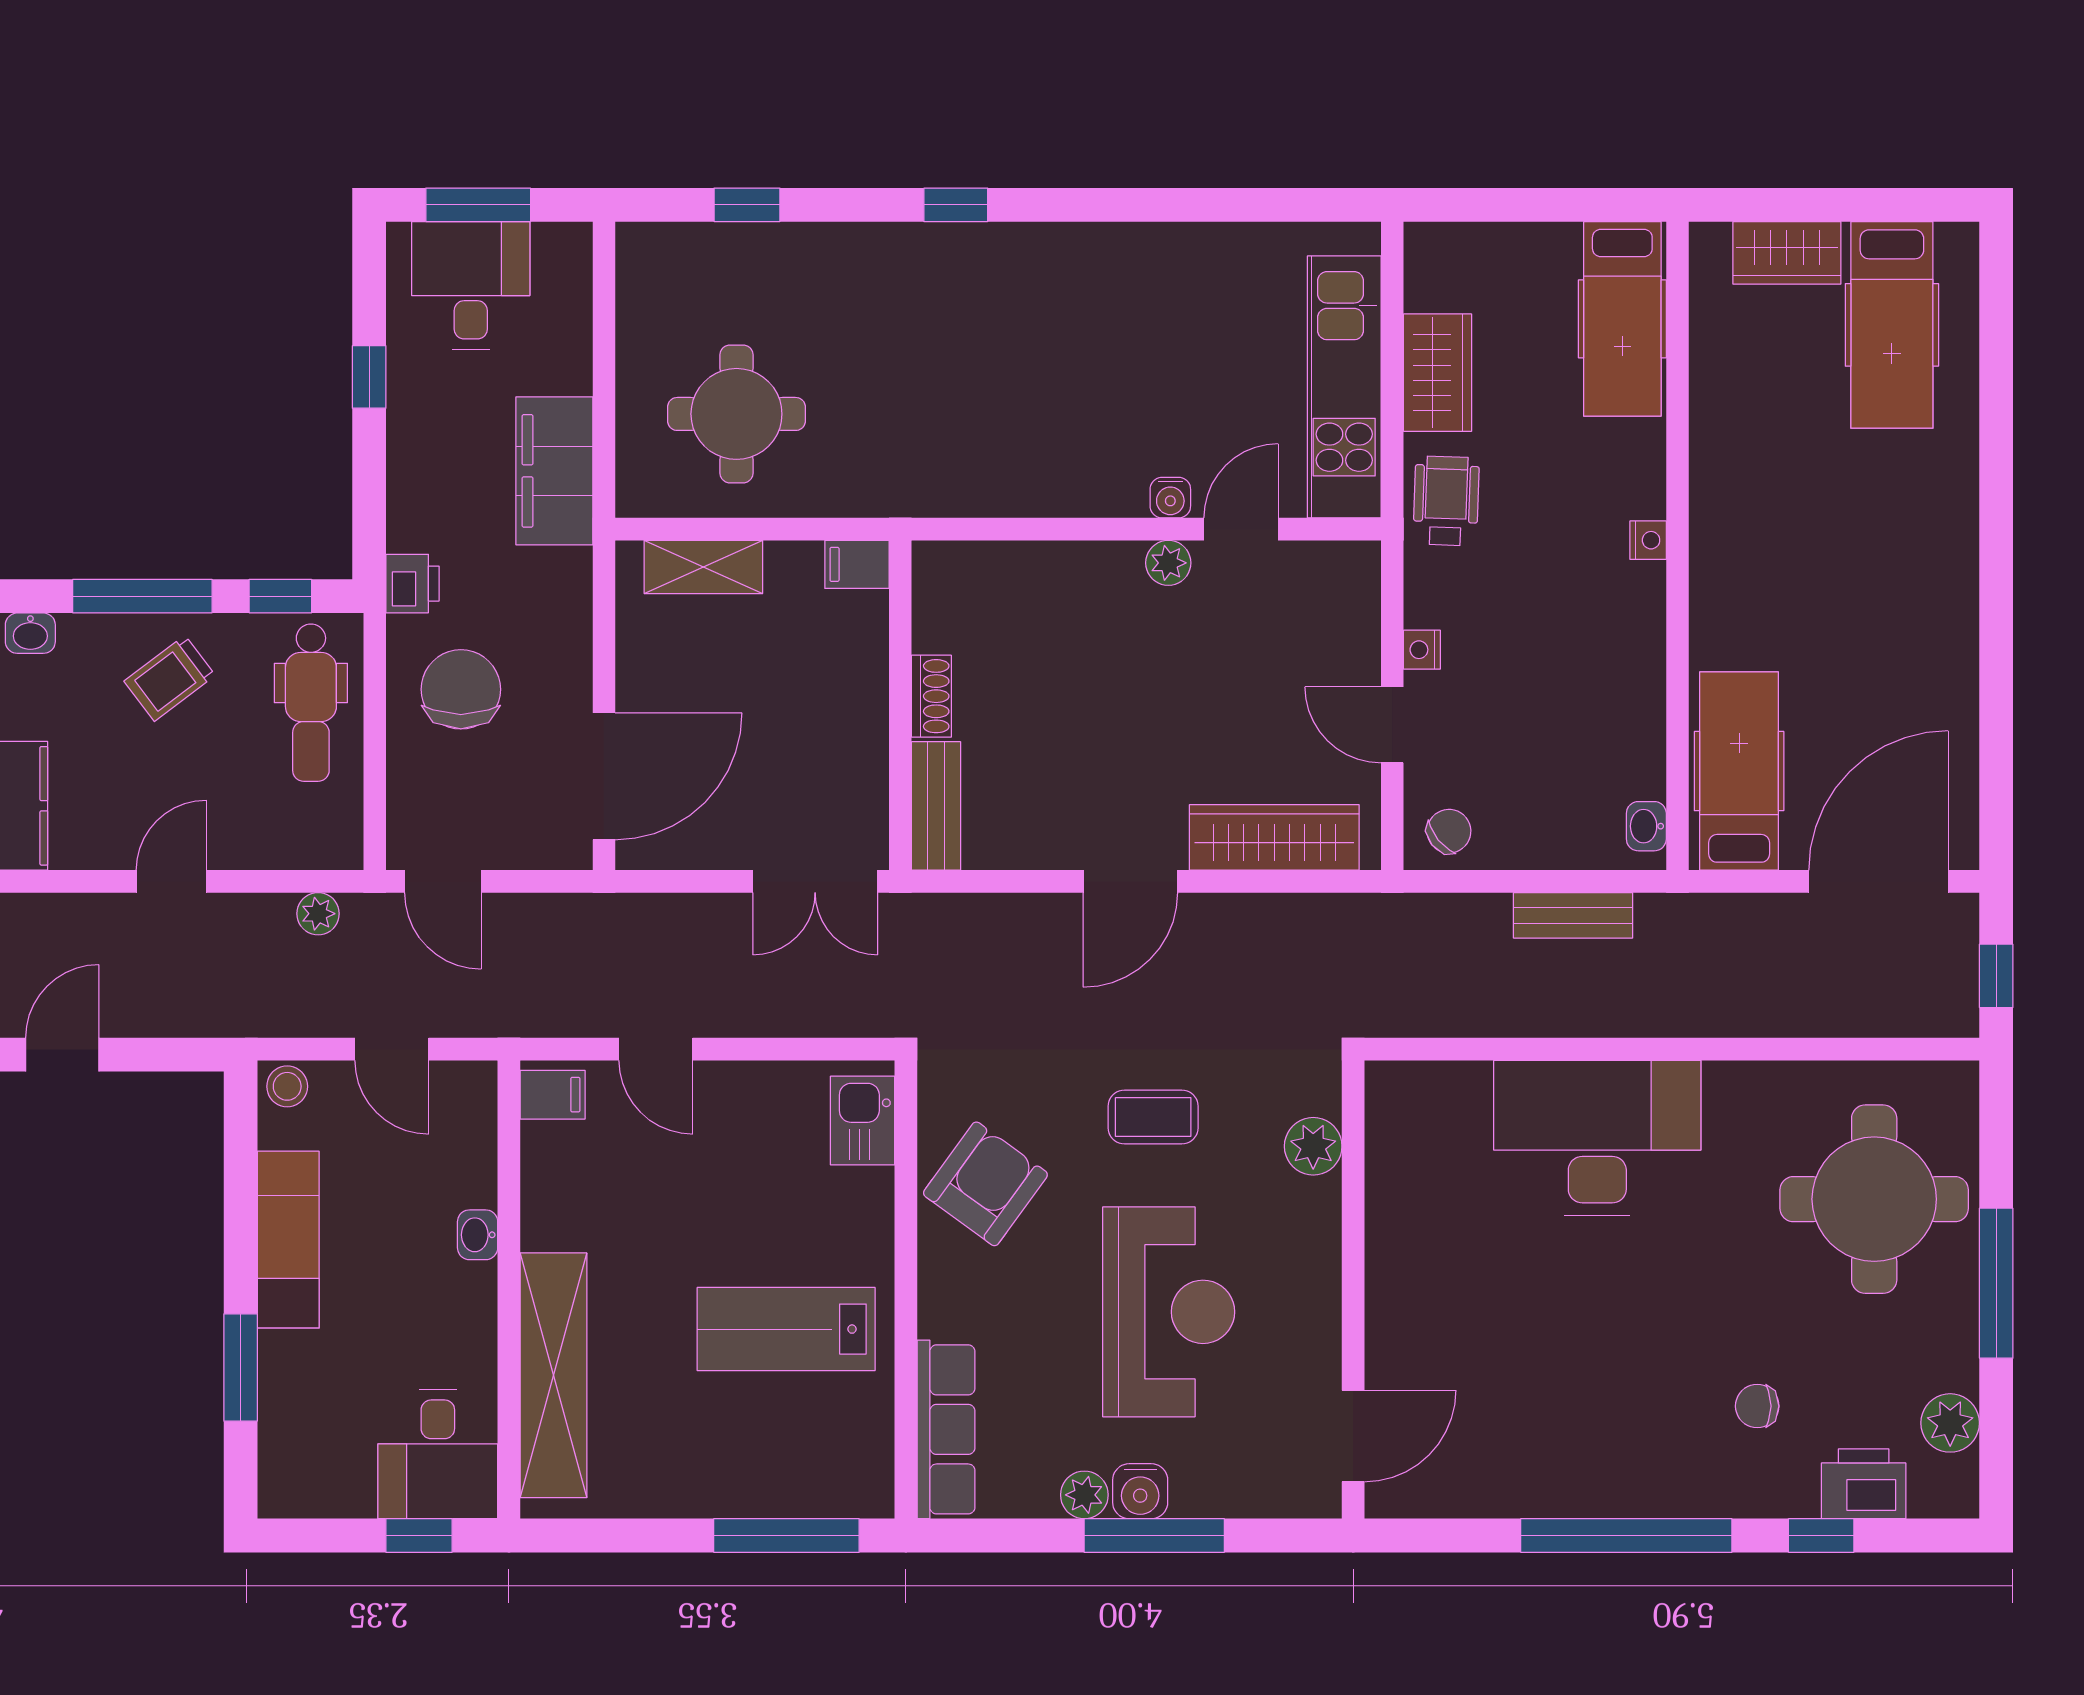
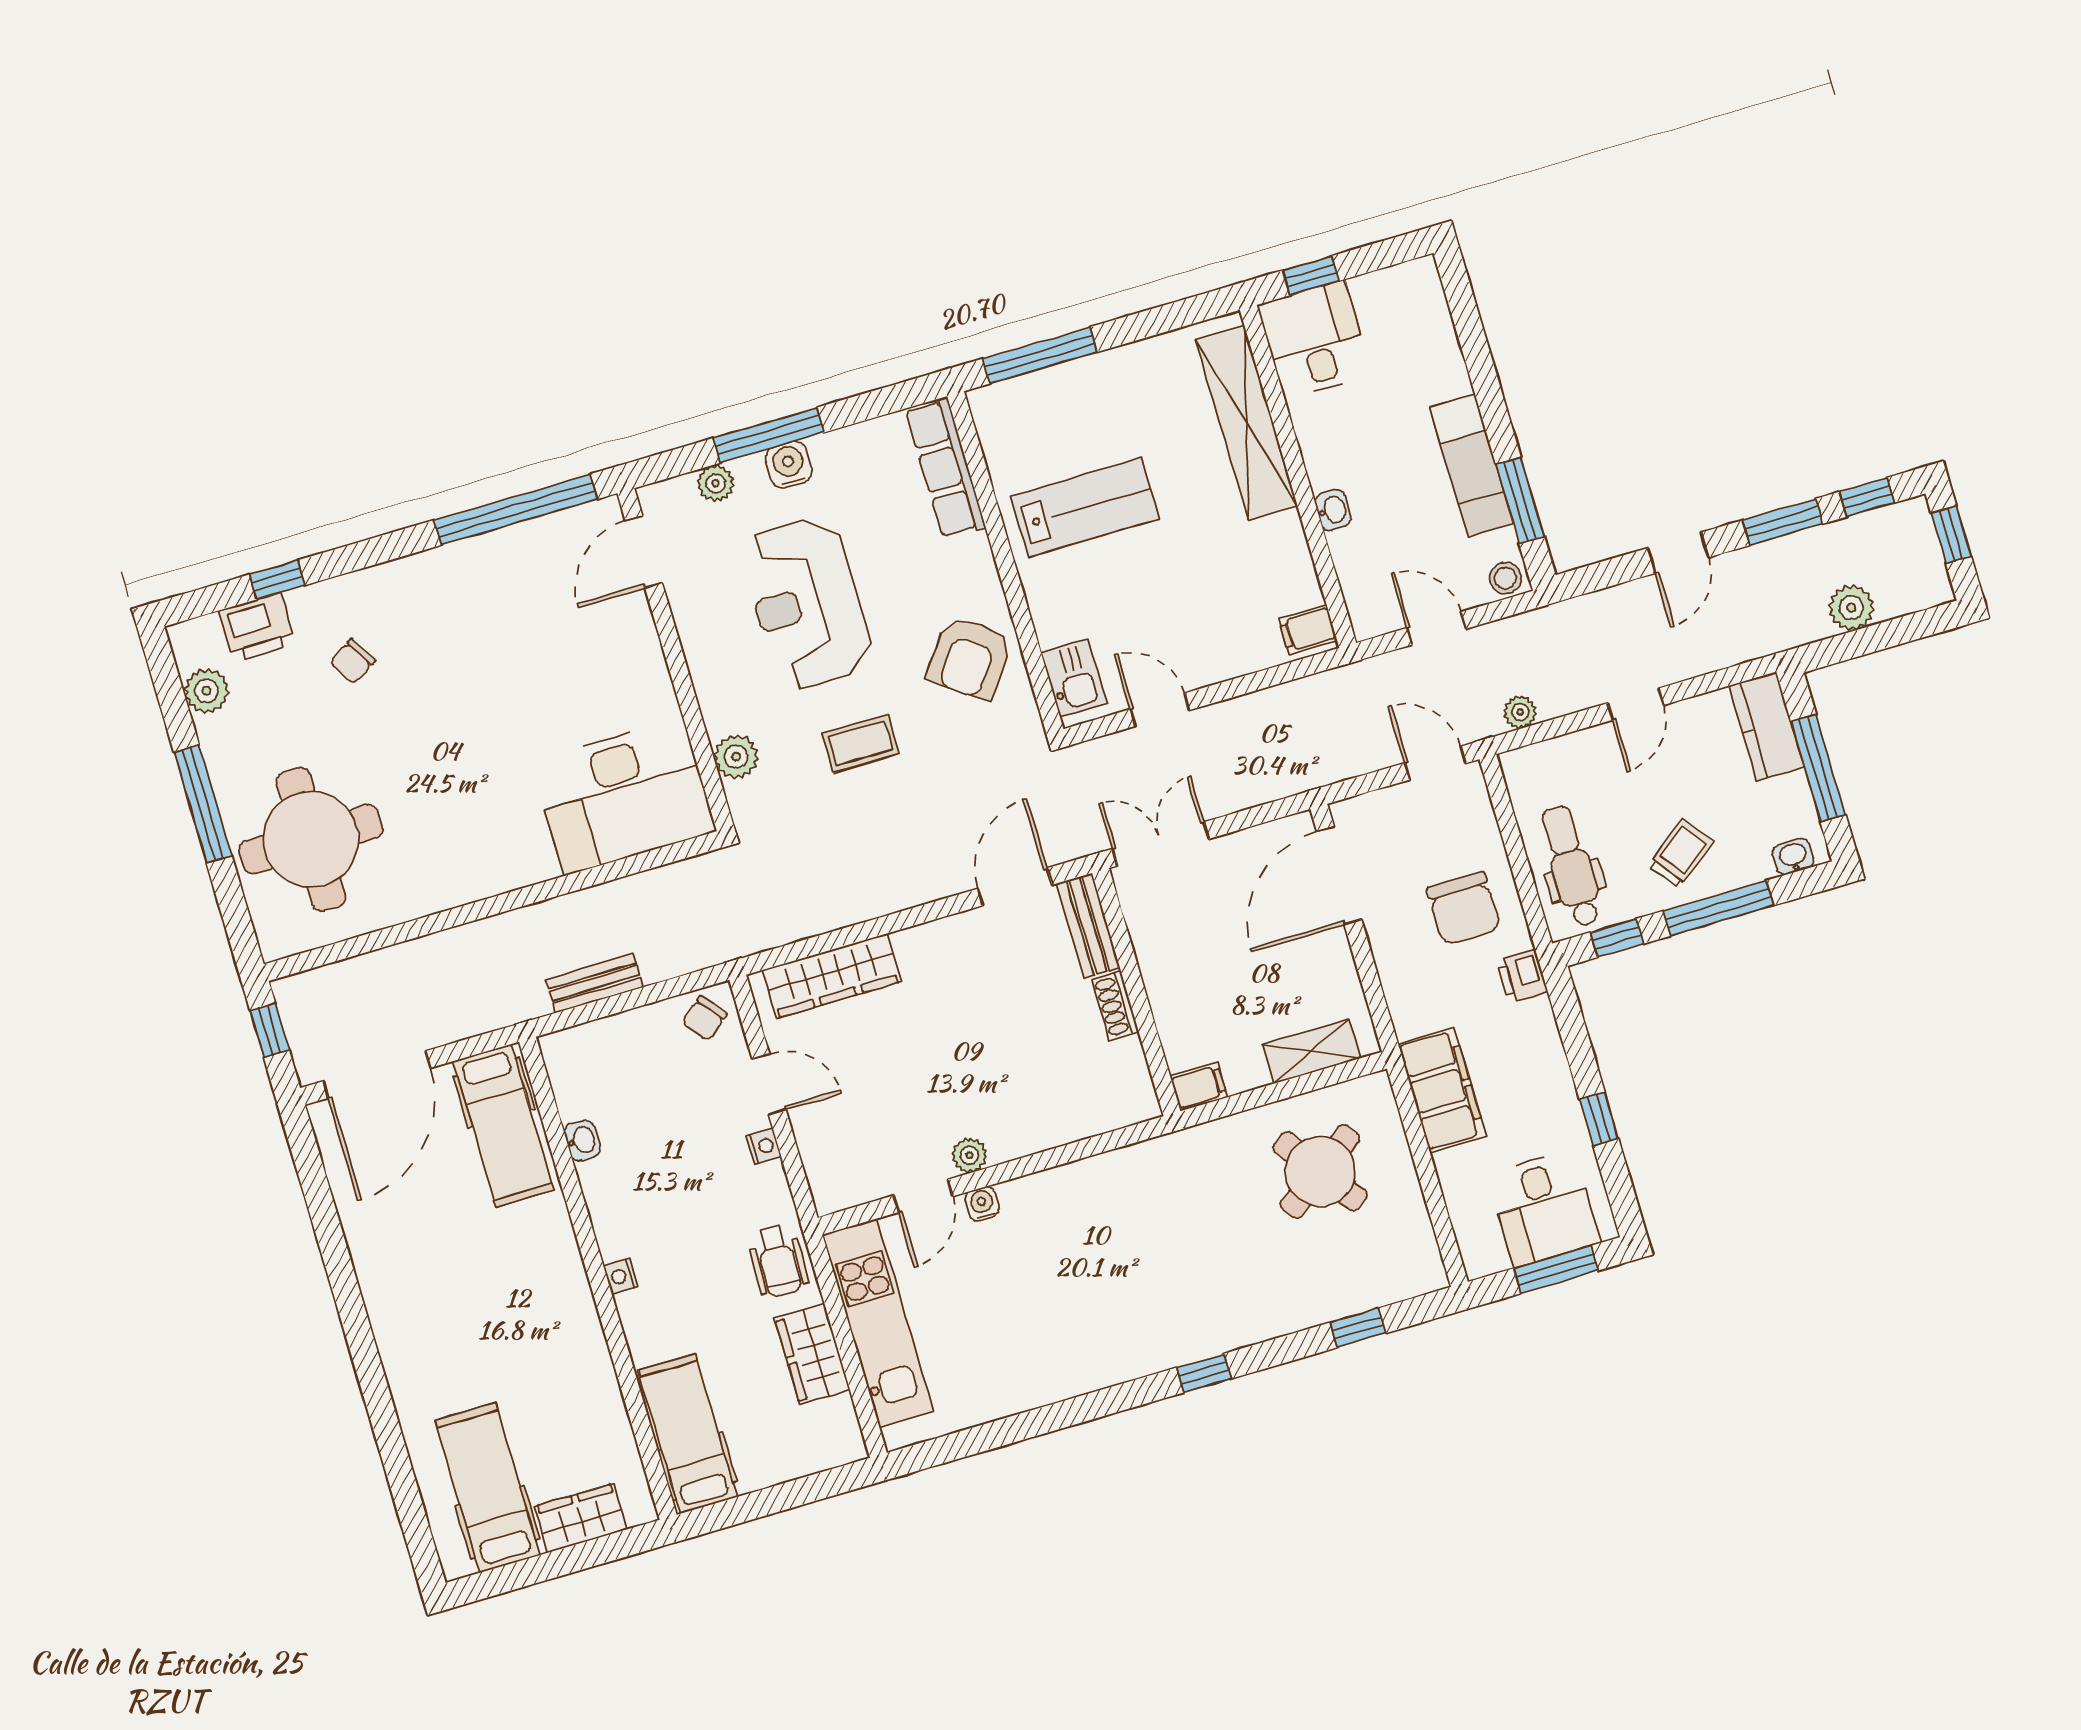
round table: (736, 414) -> (1320, 1171), turned -36
washbasin: (1646, 826) -> (582, 1140), moved
door: (1130, 881) -> (1015, 887), moved
door: (656, 1049) -> (1160, 710), moved
desk: (1597, 1138) -> (624, 796), moved
window: (241, 1368) -> (1520, 501), moved
chair: (1757, 1406) -> (352, 661), turned 149
plant: (1084, 1495) -> (716, 483), moved
window: (1626, 1536) -> (515, 510), moved

